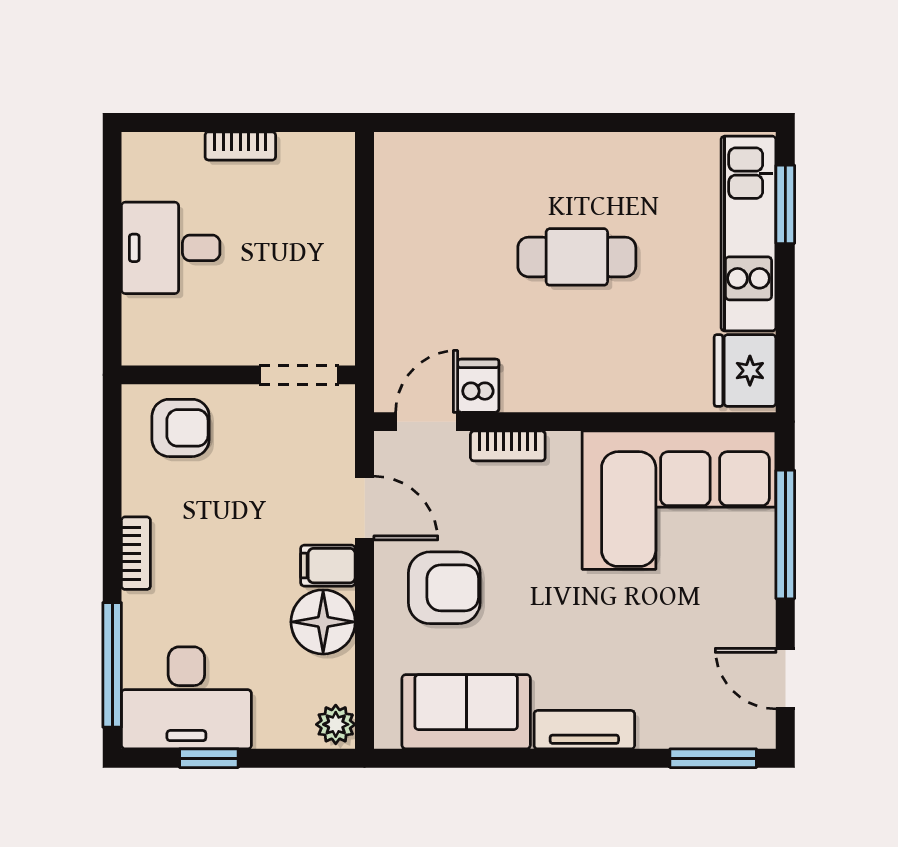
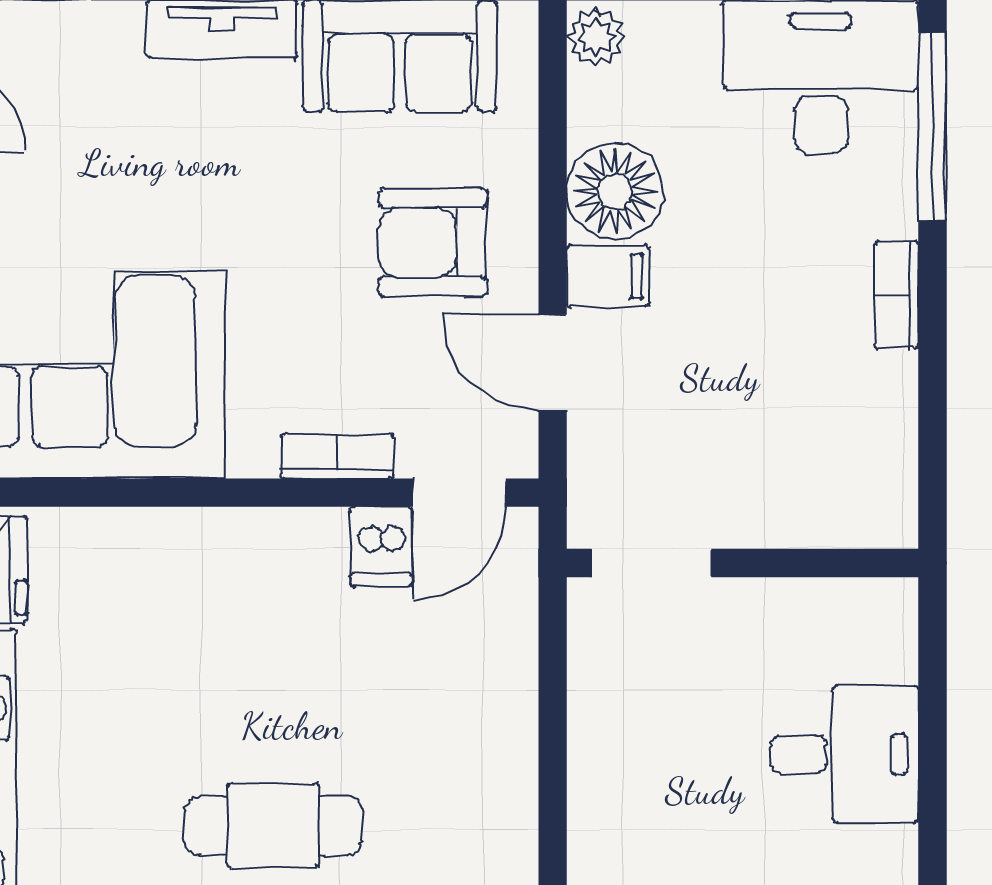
cafe table: (577, 257) -> (273, 825), moved
armchair: (181, 428) -> (830, 483), removed

